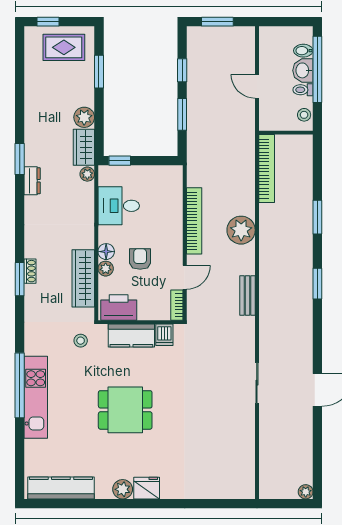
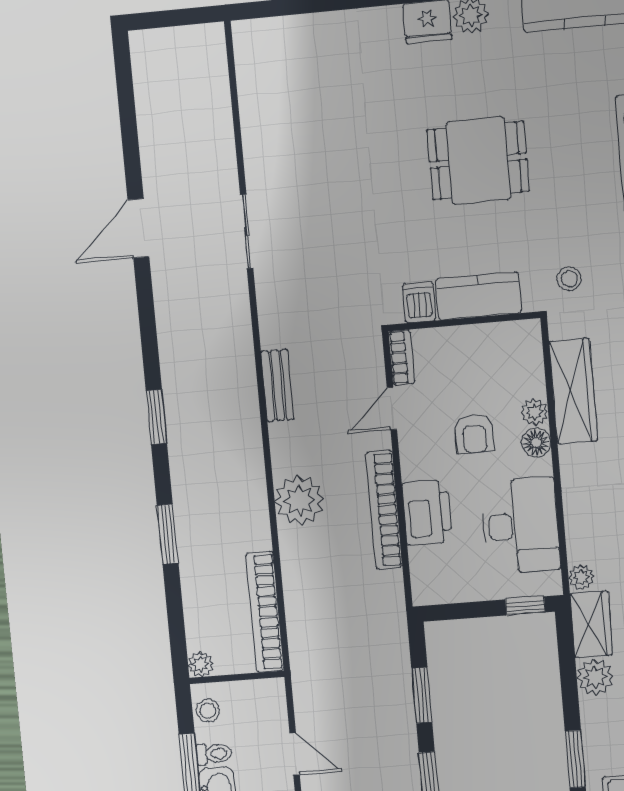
desk: (119, 206) -> (521, 526), width x1.37
printer: (119, 307) -> (427, 512), moved, turned -90
plant: (306, 492) -> (201, 664), moved

